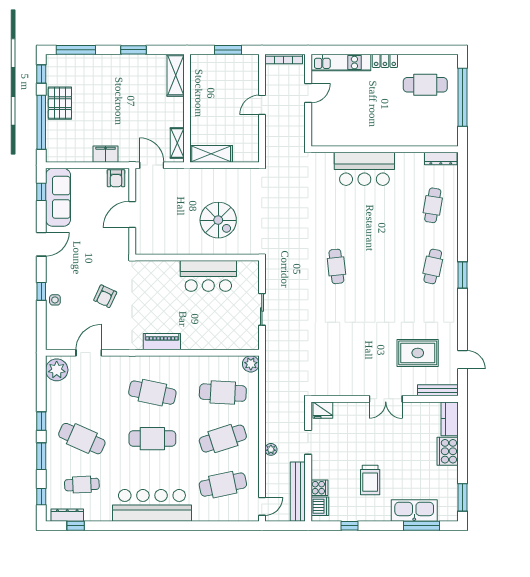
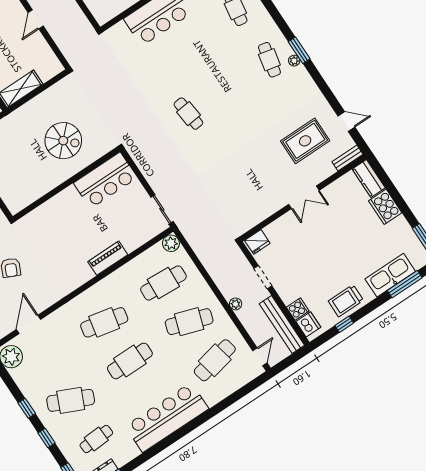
bar counter: (208, 276) -> (105, 180), moved
plant: (453, 281) -> (294, 61), added
sliding door: (262, 309) -> (162, 209), moved
piano: (162, 342) -> (108, 258), moved
bench: (438, 390) -> (347, 158), width x0.73
cafe table: (223, 439) -> (189, 322), turned 36
window: (41, 456) -> (46, 438), width x0.67
trolley: (370, 480) -> (346, 301), moved, turned 90

